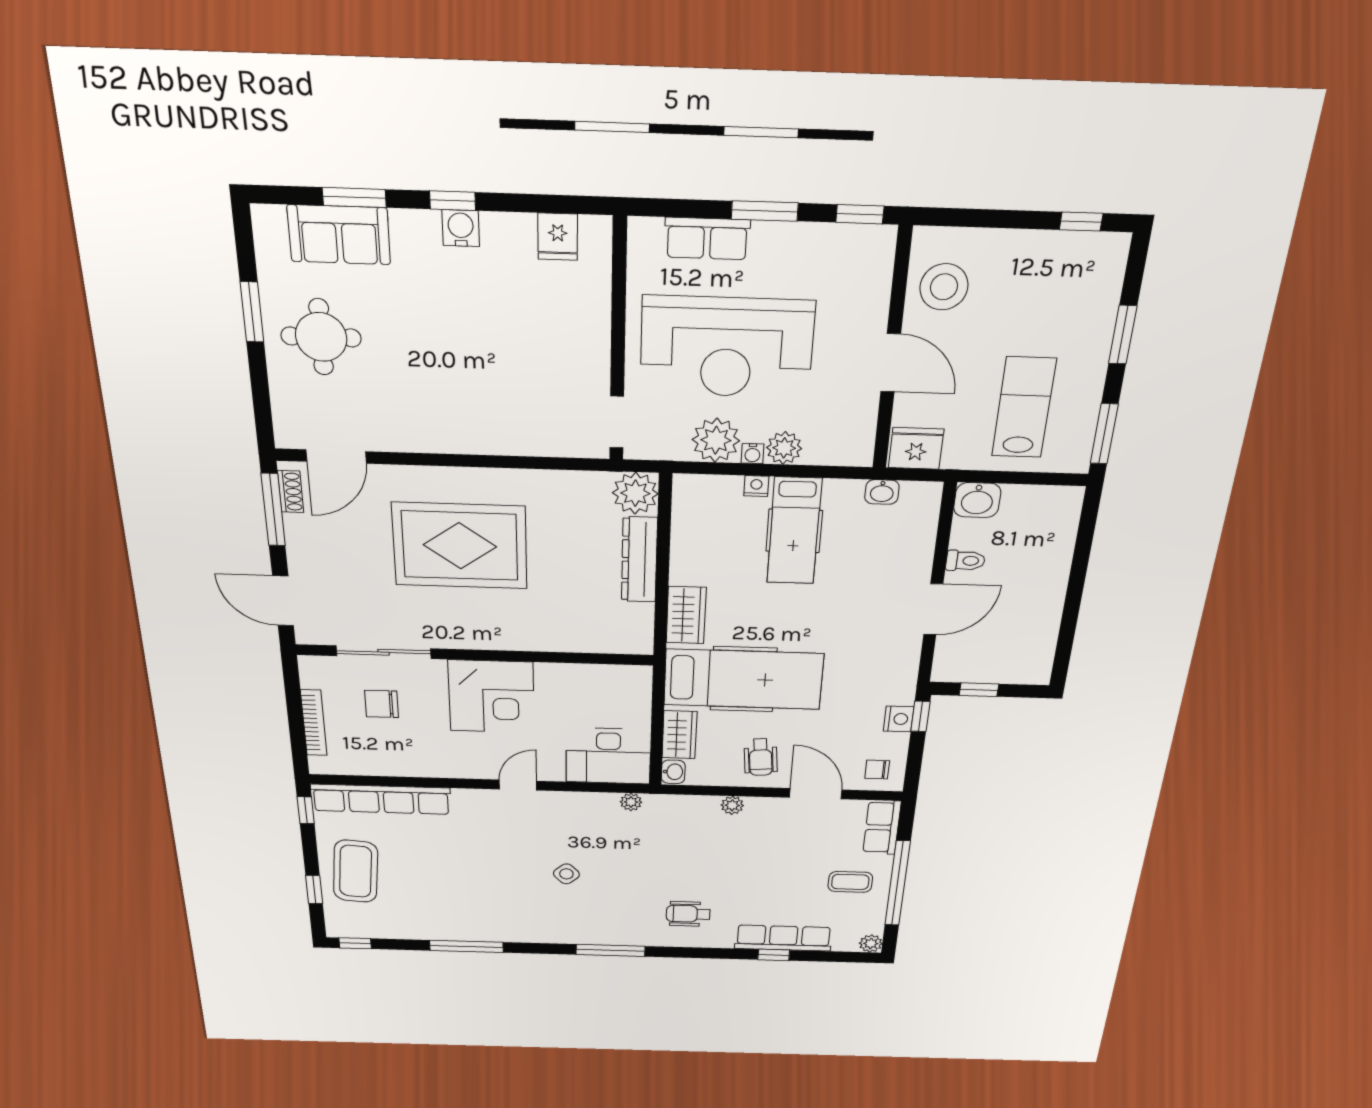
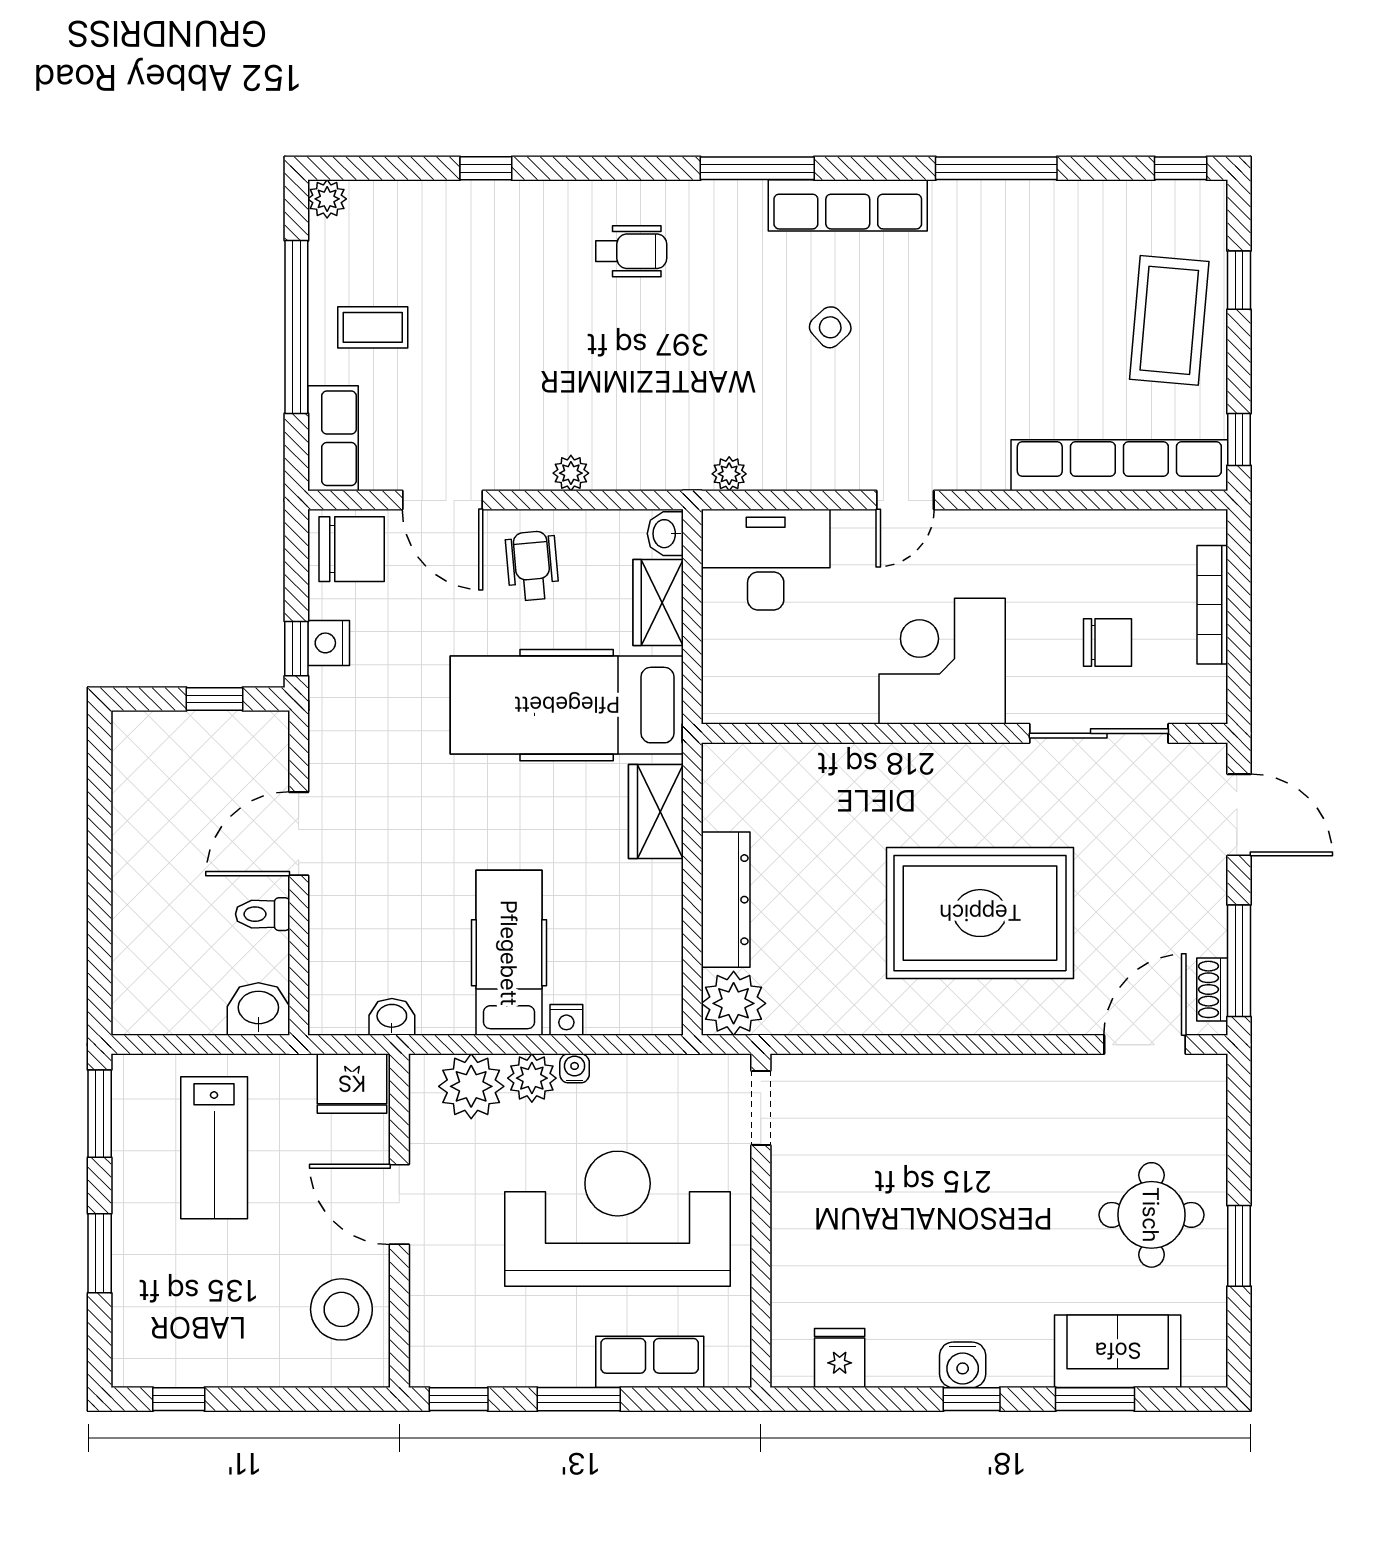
plant: (716, 440) -> (471, 1086), moved
chair: (877, 769) -> (352, 549), width x1.87, depth x1.87
row of seats: (783, 938) -> (848, 205), moved

